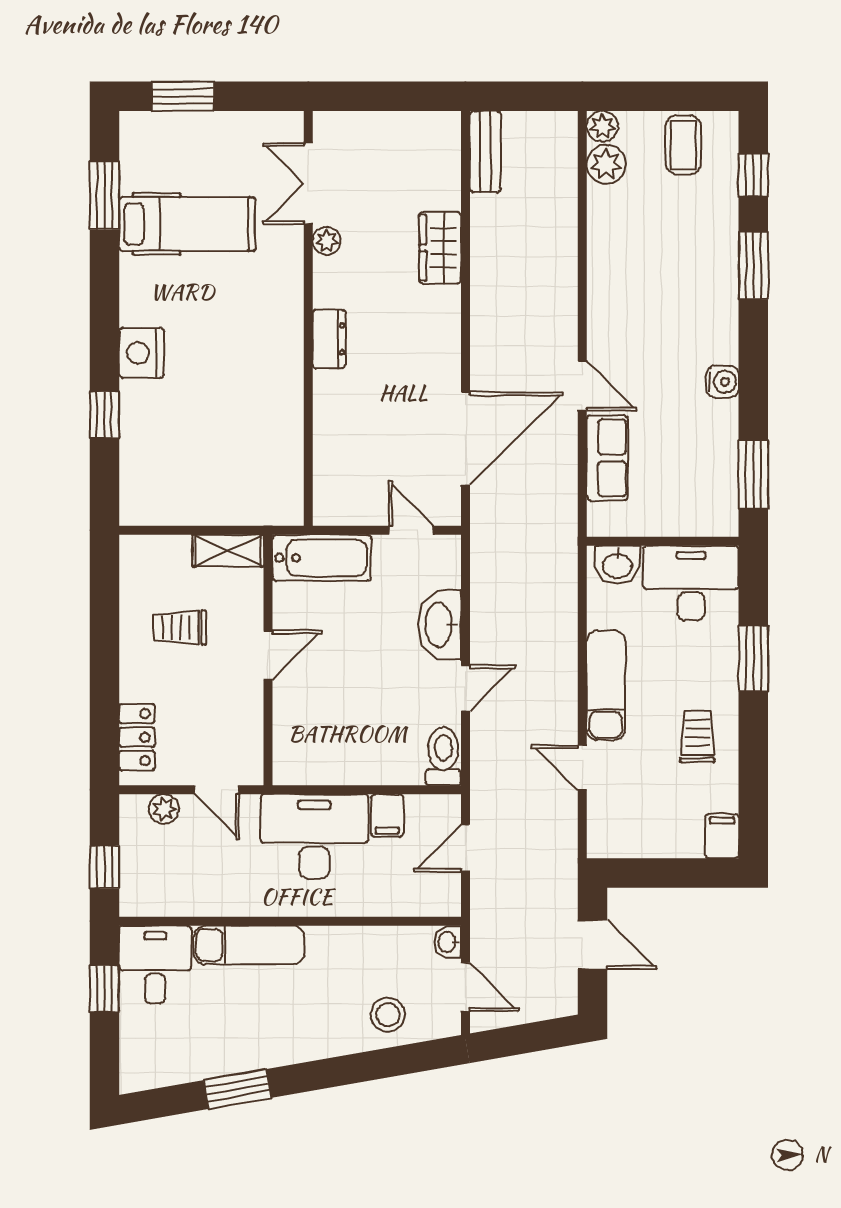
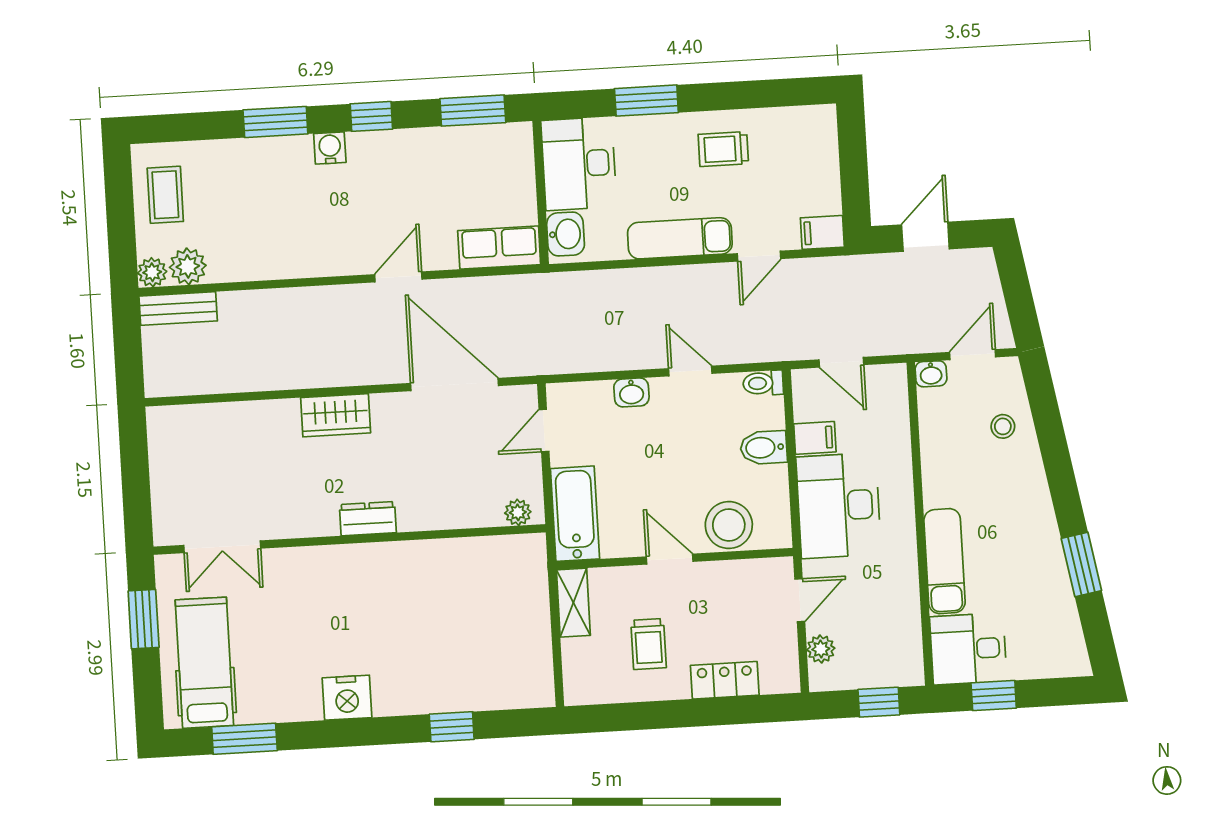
window: (183, 96) -> (144, 619), moved
coffee table: (683, 145) -> (165, 195), turned 90
bench: (485, 151) -> (178, 309), moved
window: (753, 175) -> (371, 116), moved
hospital bed: (187, 224) -> (204, 663), moved
plant: (327, 241) -> (518, 512), moved
wardrobe: (440, 248) -> (336, 415), moved
nightstand: (141, 353) -> (347, 698), moved
water cooler: (723, 382) -> (330, 148), moved
row of seats: (607, 458) -> (499, 248), moved
washbasin: (440, 625) -> (631, 392), width x0.52, depth x0.69
stool: (300, 719) -> (729, 525), added
locker: (137, 737) -> (725, 680), moved
toilet: (443, 756) -> (763, 383), width x0.73, depth x0.72
bidet: (380, 761) -> (764, 448), added
filing cabinet: (722, 836) -> (822, 232), moved
stool: (388, 1015) -> (1003, 426), width x0.73, depth x0.73

